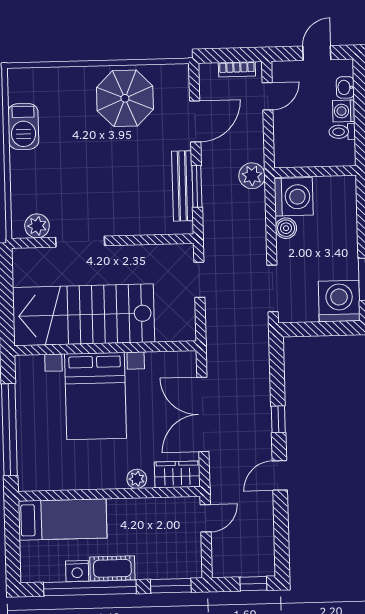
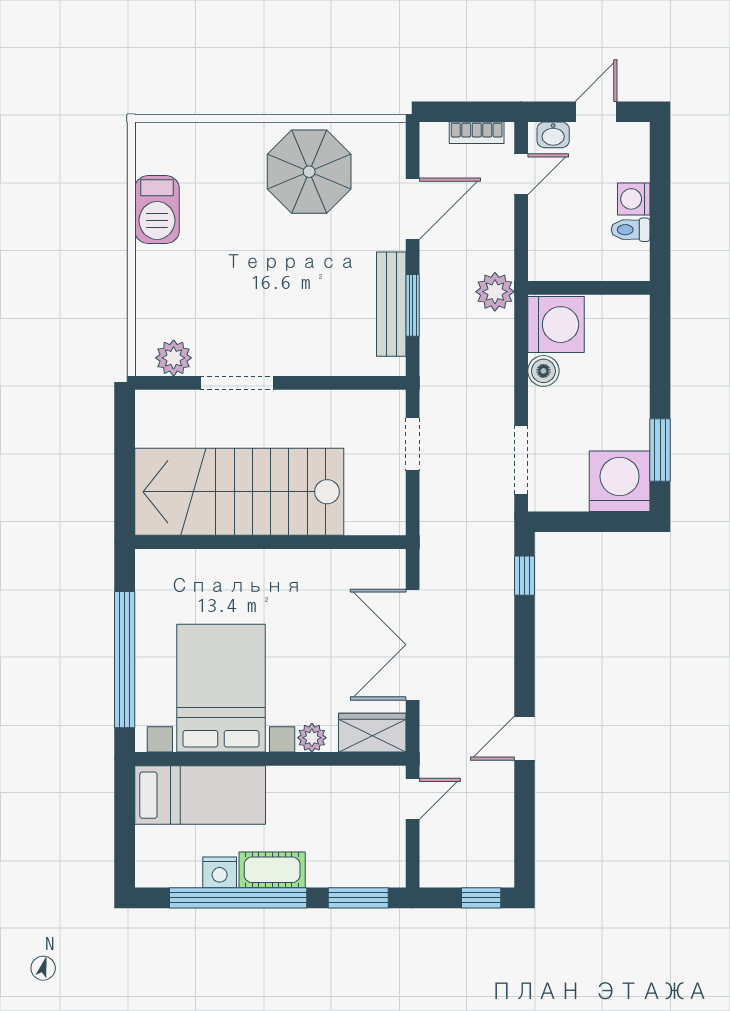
washbasin: (345, 87) -> (553, 135), moved, turned -90
bed with nightstands: (95, 396) -> (221, 688), moved, turned 180
window: (278, 419) -> (524, 576), moved

